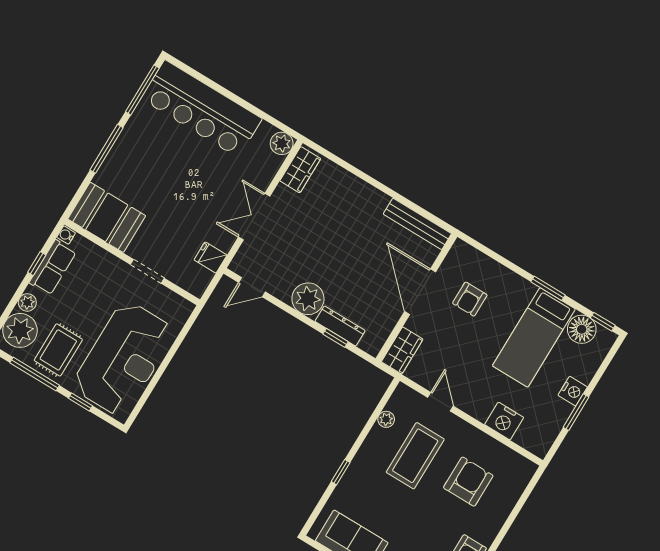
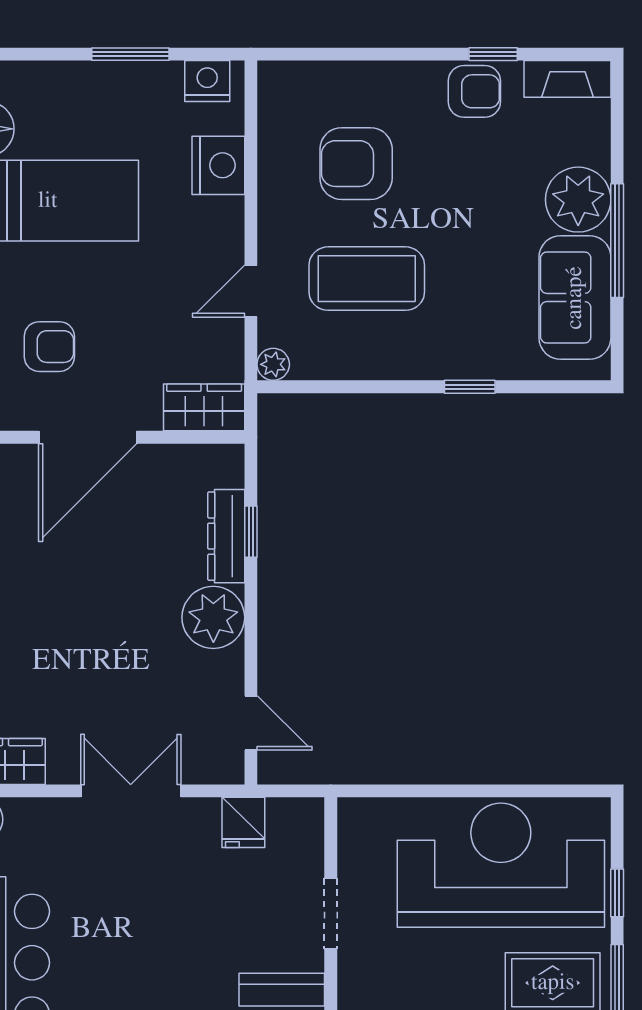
double door: (254, 217) -> (131, 791), swing flipped
nightstand: (573, 391) -> (207, 81), moved
plant: (386, 419) -> (273, 364), moved

